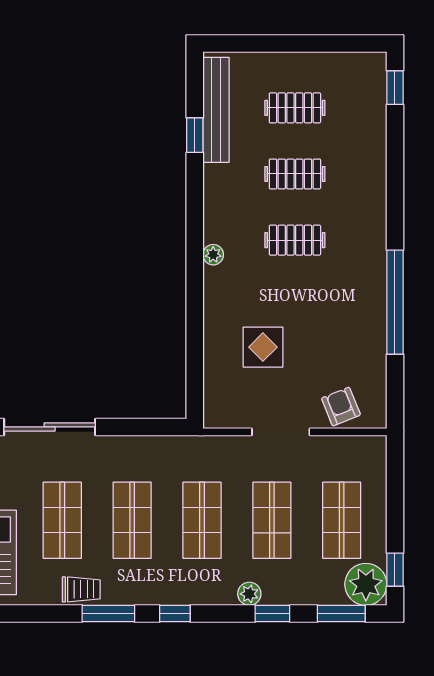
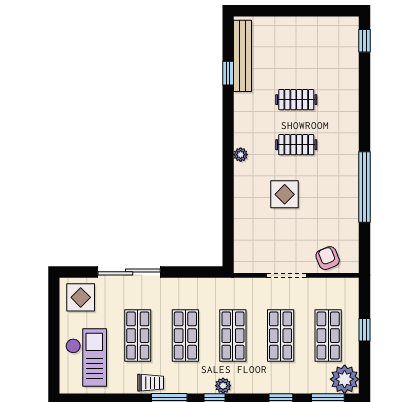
clothes rail: (295, 108) -> (296, 55), removed
display table: (263, 347) -> (285, 194), moved
window: (395, 570) -> (364, 330), moved
plant: (249, 594) -> (223, 386), moved

